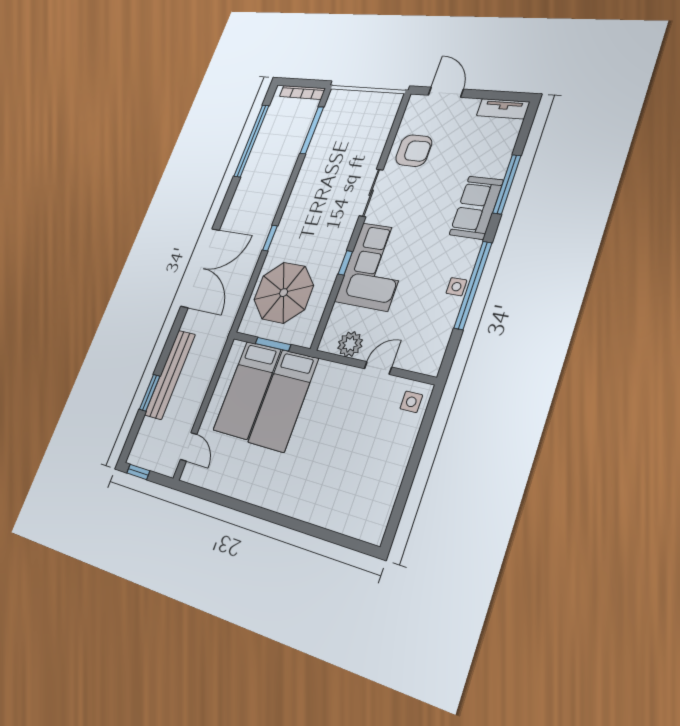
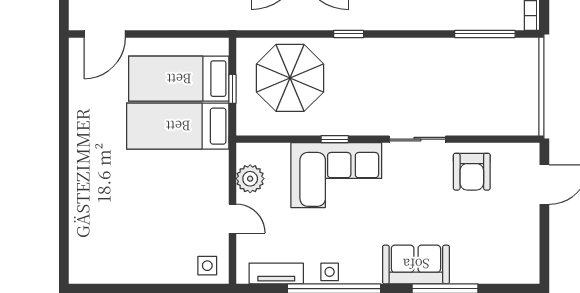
tv unit: (503, 109) -> (276, 273), moved, turned 90
window: (273, 344) -> (232, 89), width x0.67
door: (189, 447) -> (105, 34), width x1.38

